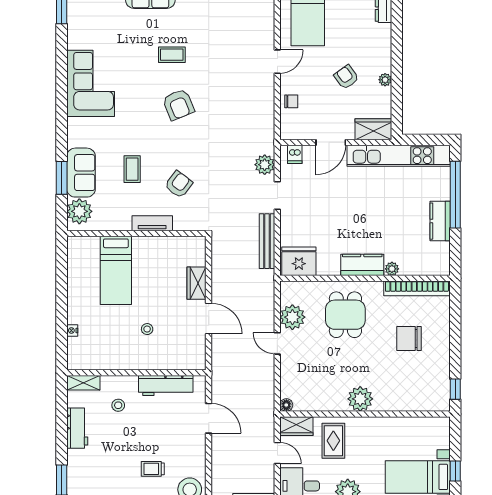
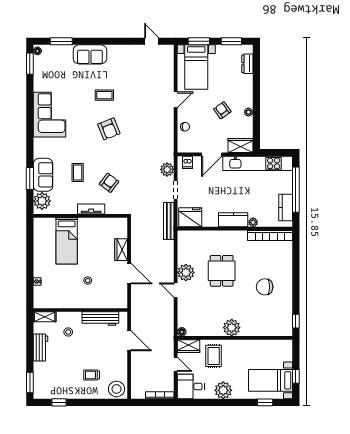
fridge: (299, 261) -> (190, 217), moved
kitchen counter: (362, 265) -> (233, 220), moved
plant: (392, 269) -> (253, 222), moved
wall: (365, 278) -> (235, 229), moved
bookcase: (417, 288) -> (270, 236), moved

